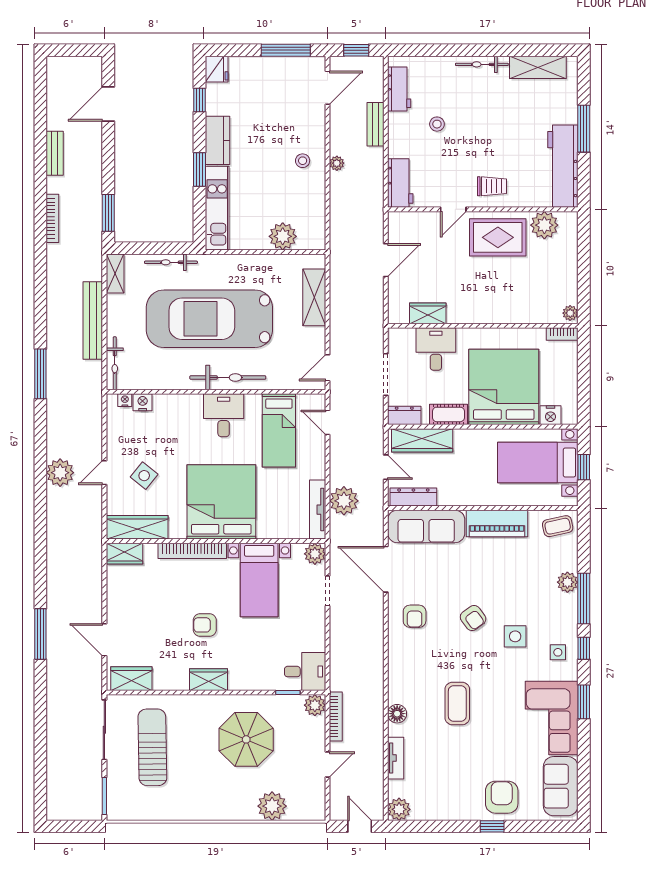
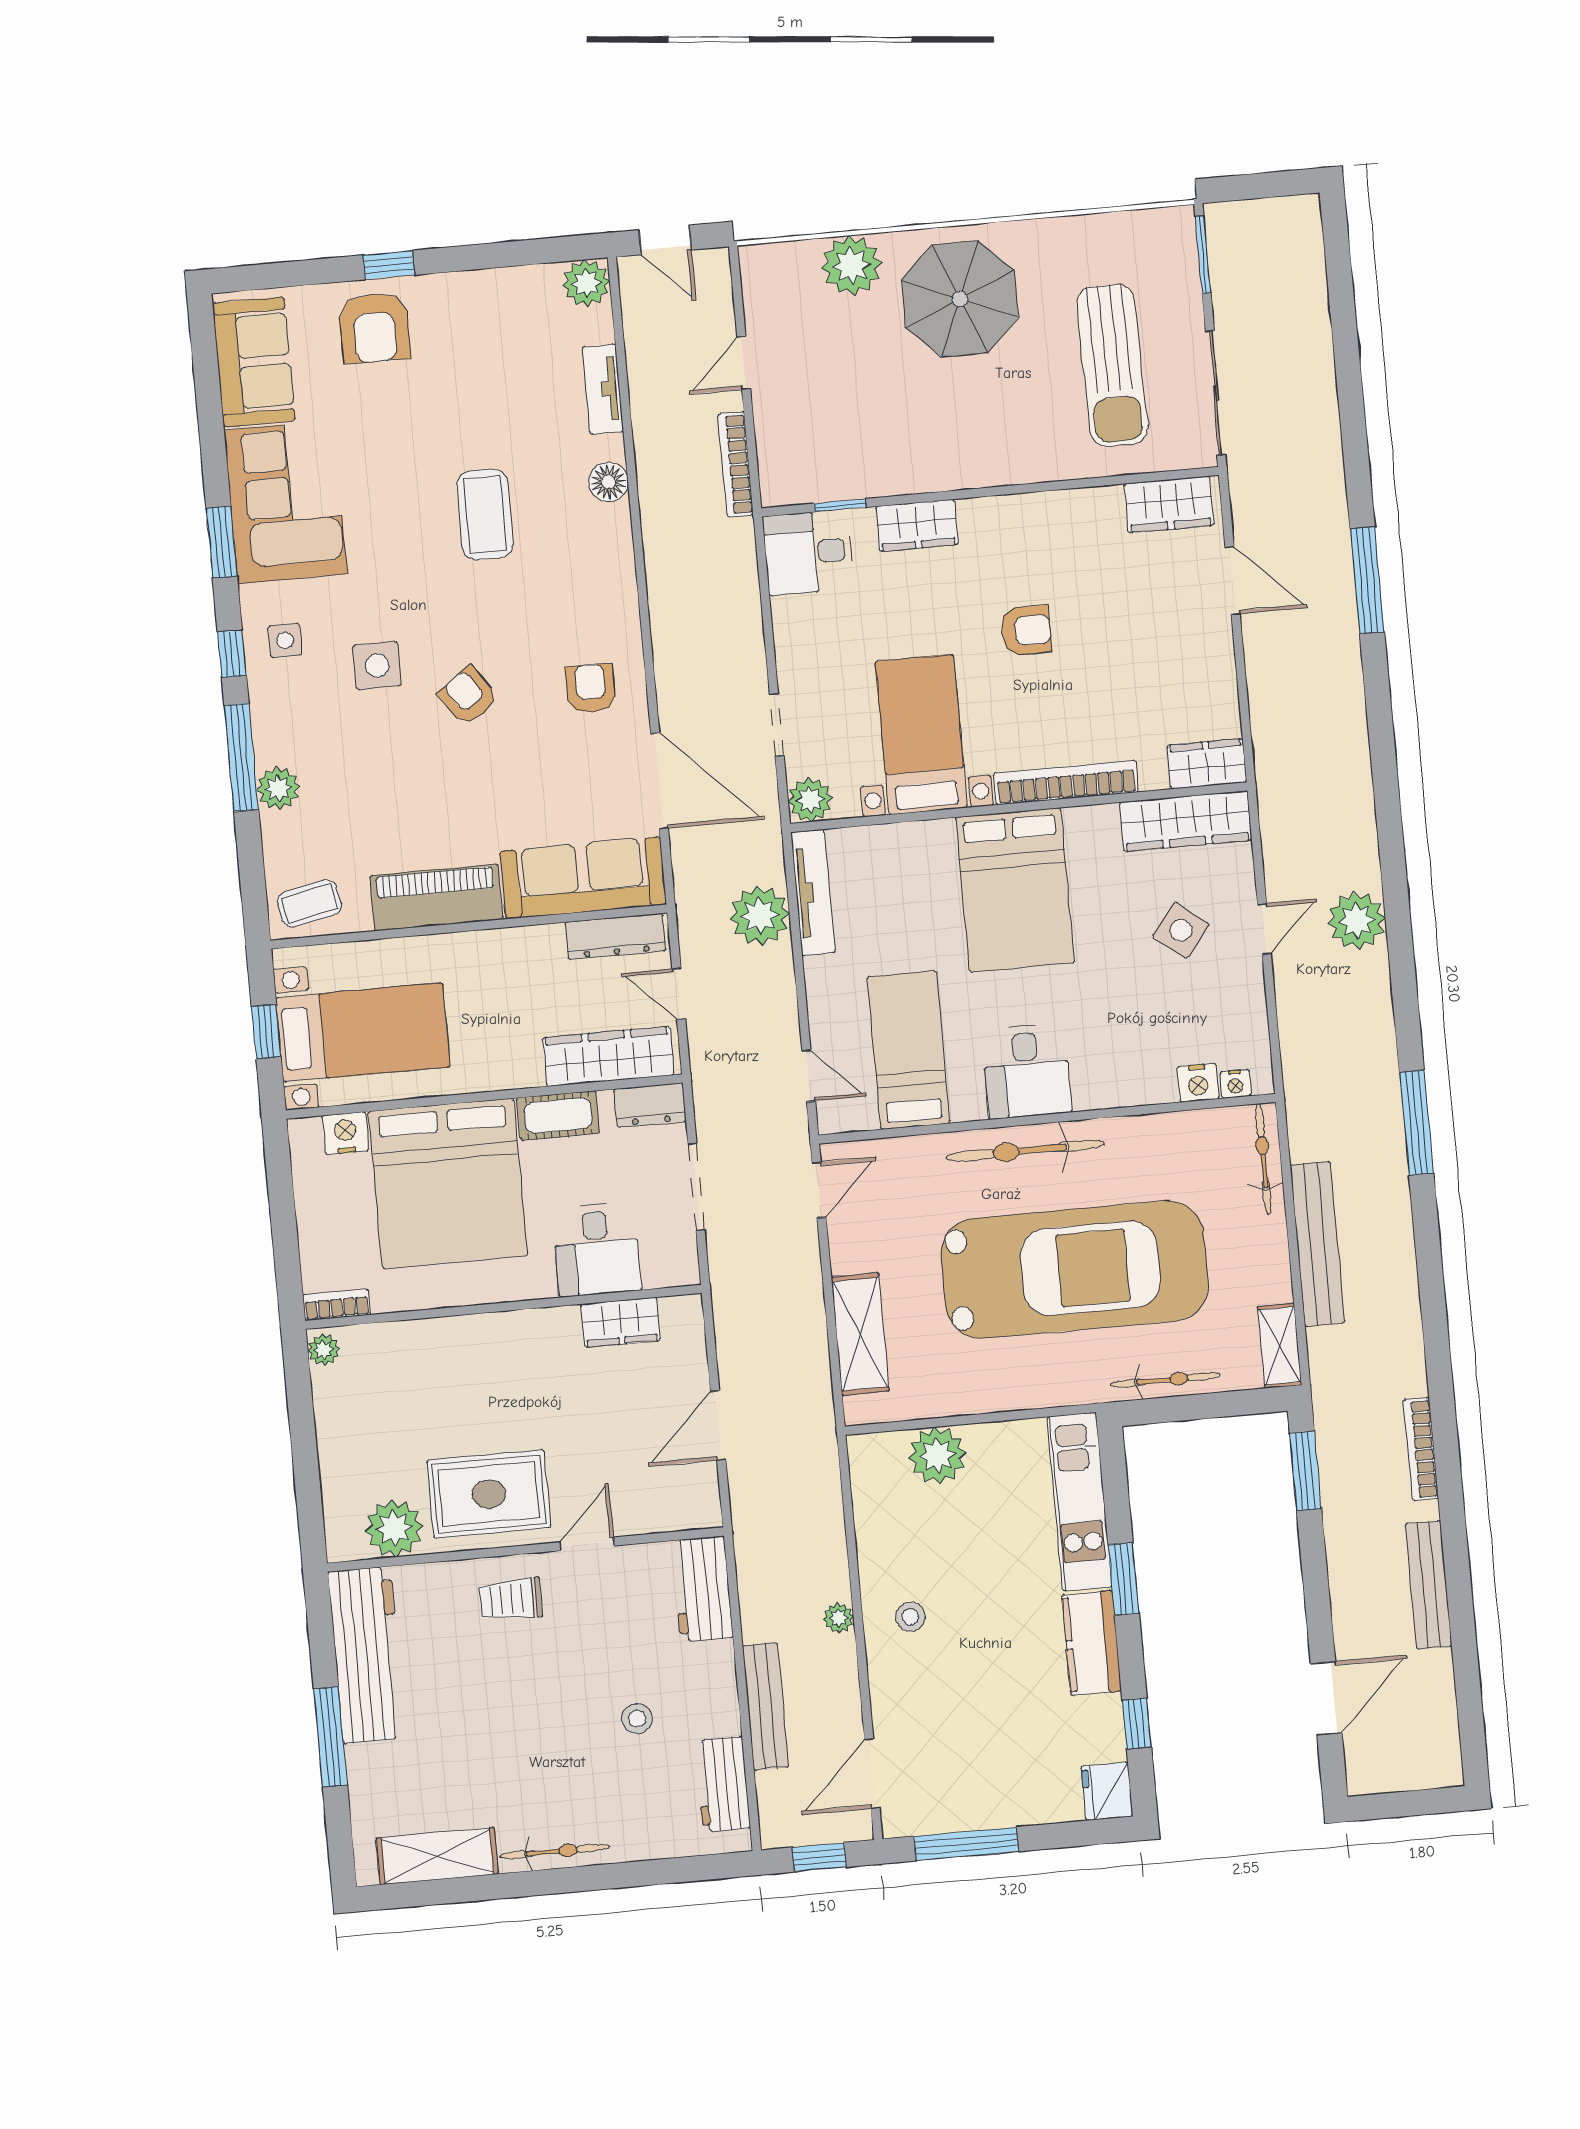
bench: (375, 124) -> (765, 1707), width x1.36
bench: (55, 153) -> (1429, 1585), width x1.36
bed: (221, 502) -> (1015, 890), width x0.73
wardrobe: (209, 680) -> (917, 525), moved
plant: (315, 705) -> (781, 484), removed
parasol: (246, 739) -> (960, 299), moved

